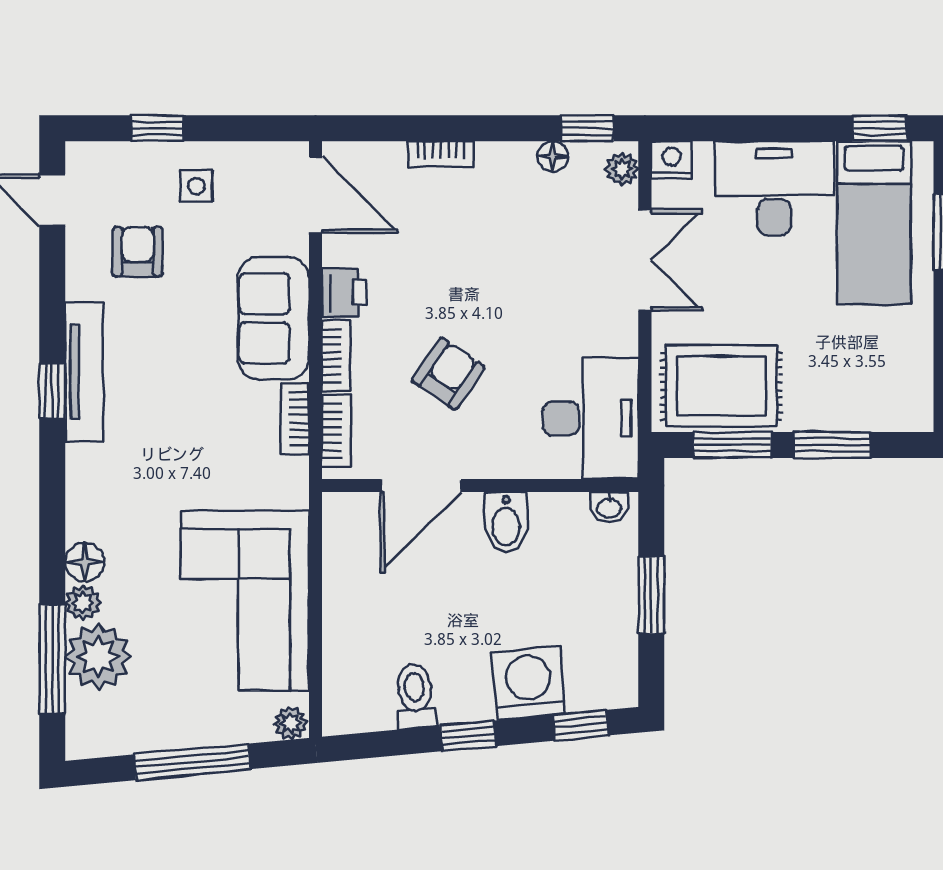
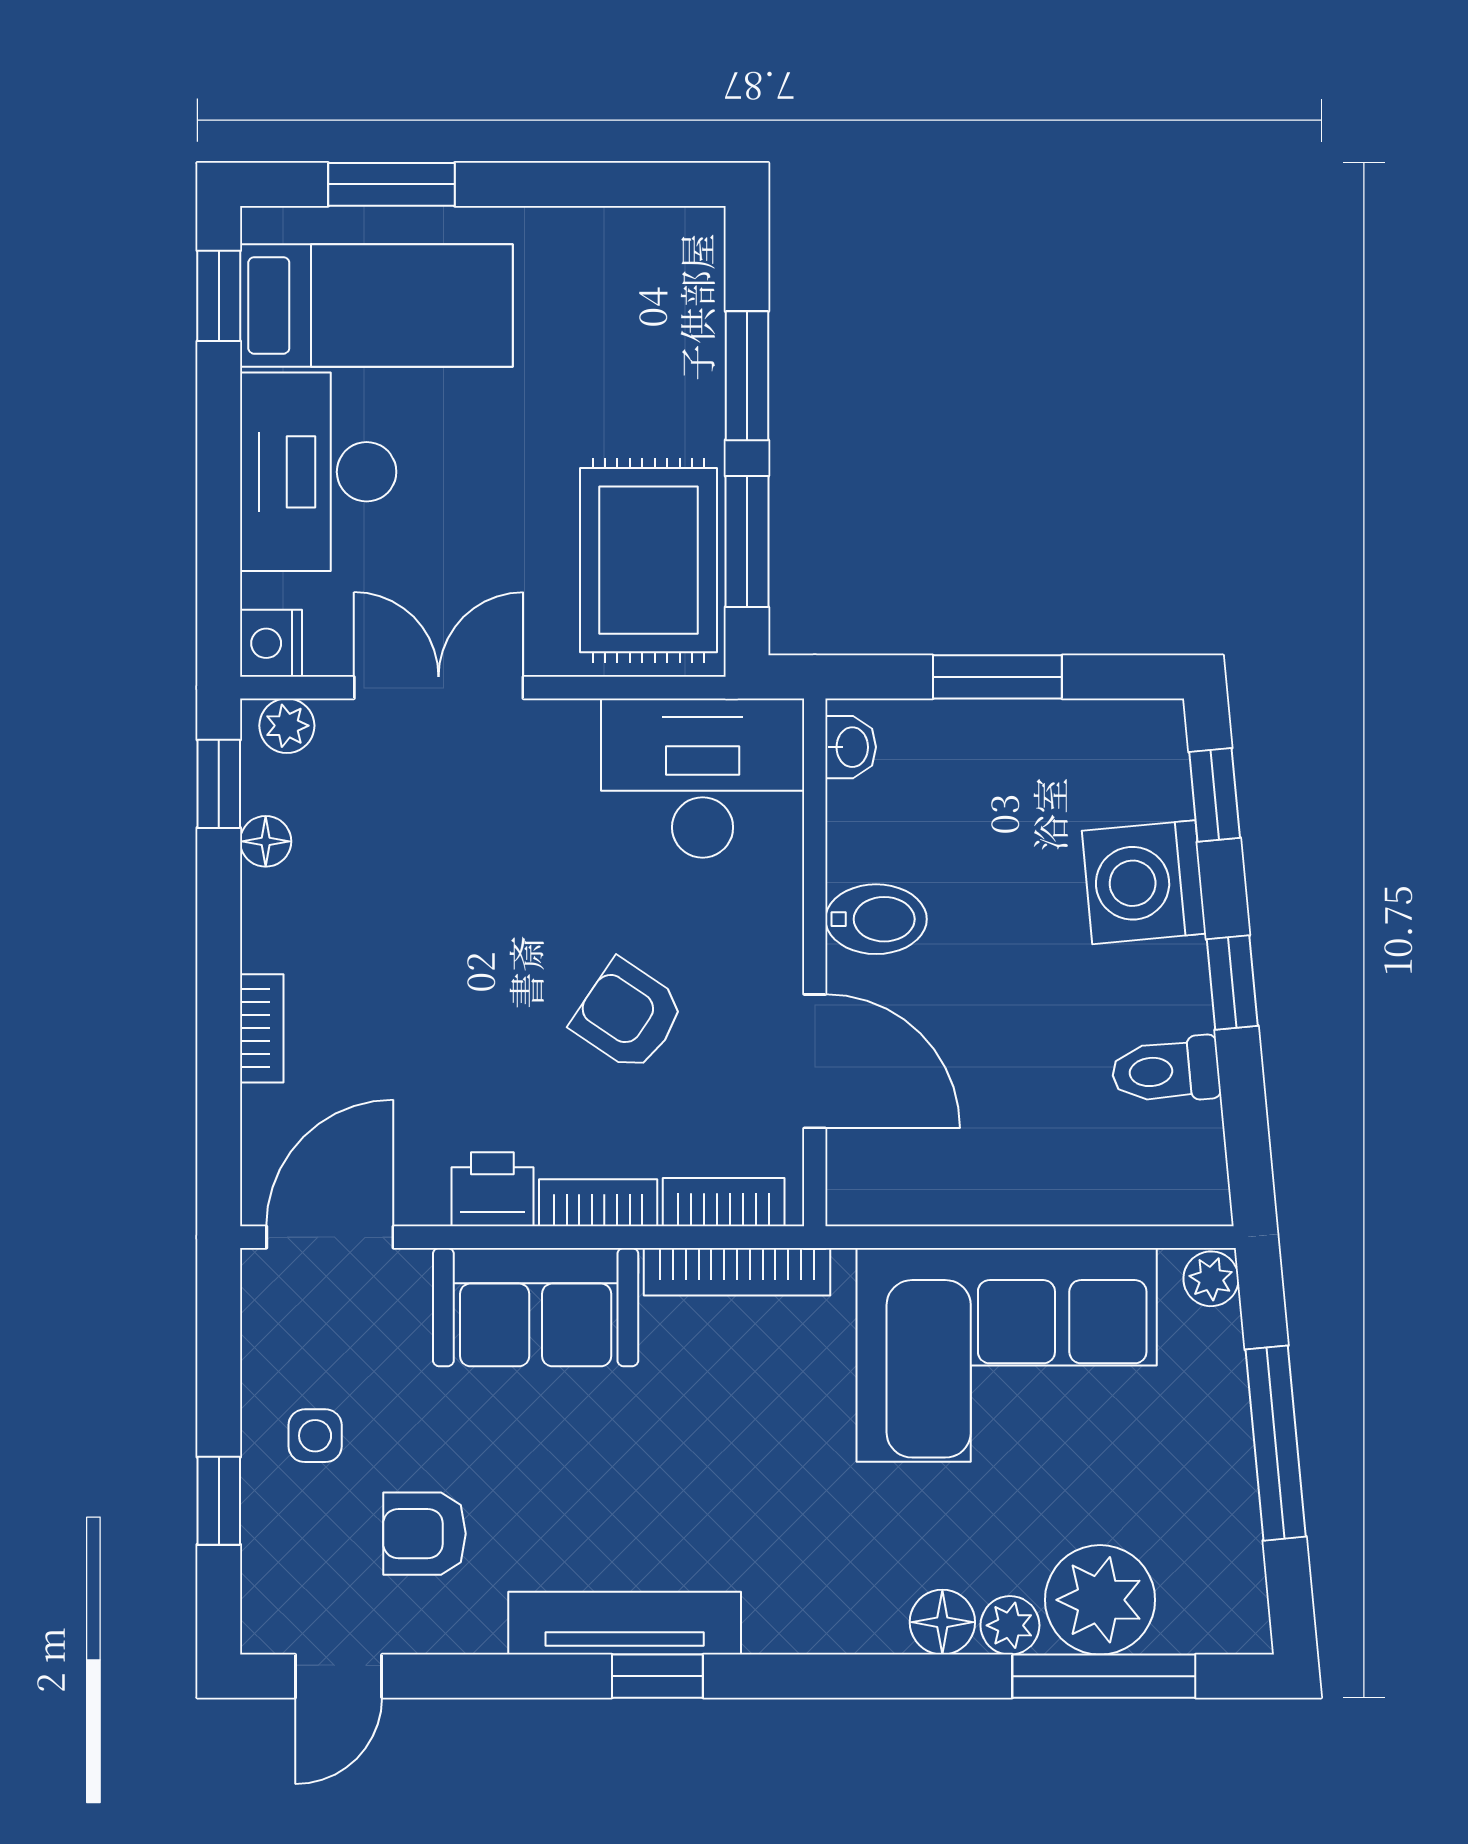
bookcase: (295, 419) -> (737, 1272), width x1.56

